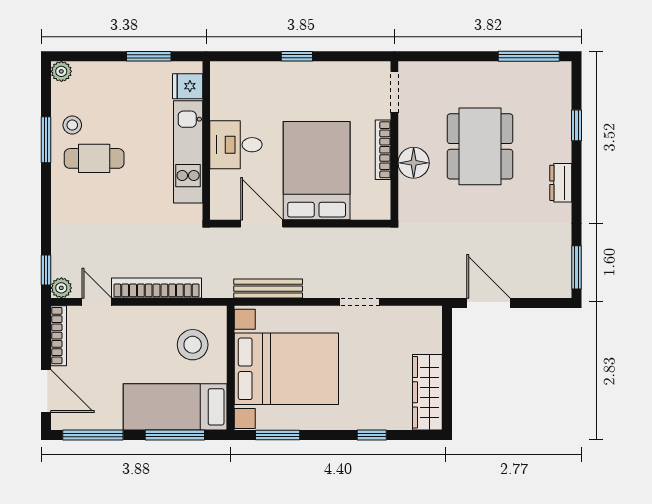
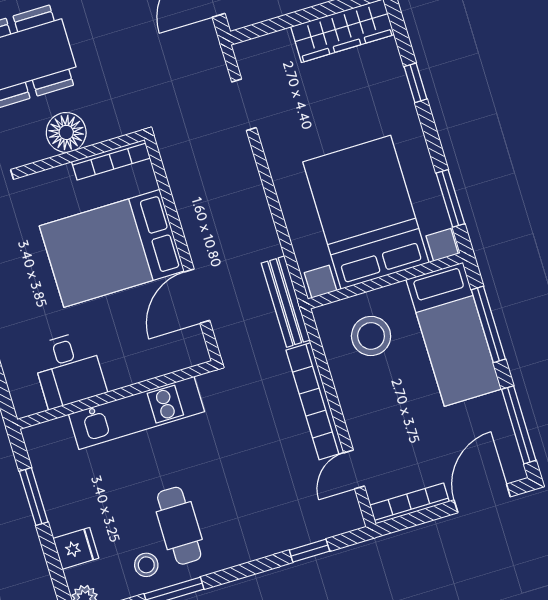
fridge: (188, 86) -> (76, 548), moved, turned -90
desk: (236, 145) -> (69, 369), moved
bookcase: (383, 150) -> (111, 160), moved
window: (46, 270) -> (309, 551), moved
plant: (61, 288) -> (350, 518), removed
bench: (268, 289) -> (286, 302), moved
doorway: (360, 302) -> (244, 105), moved

